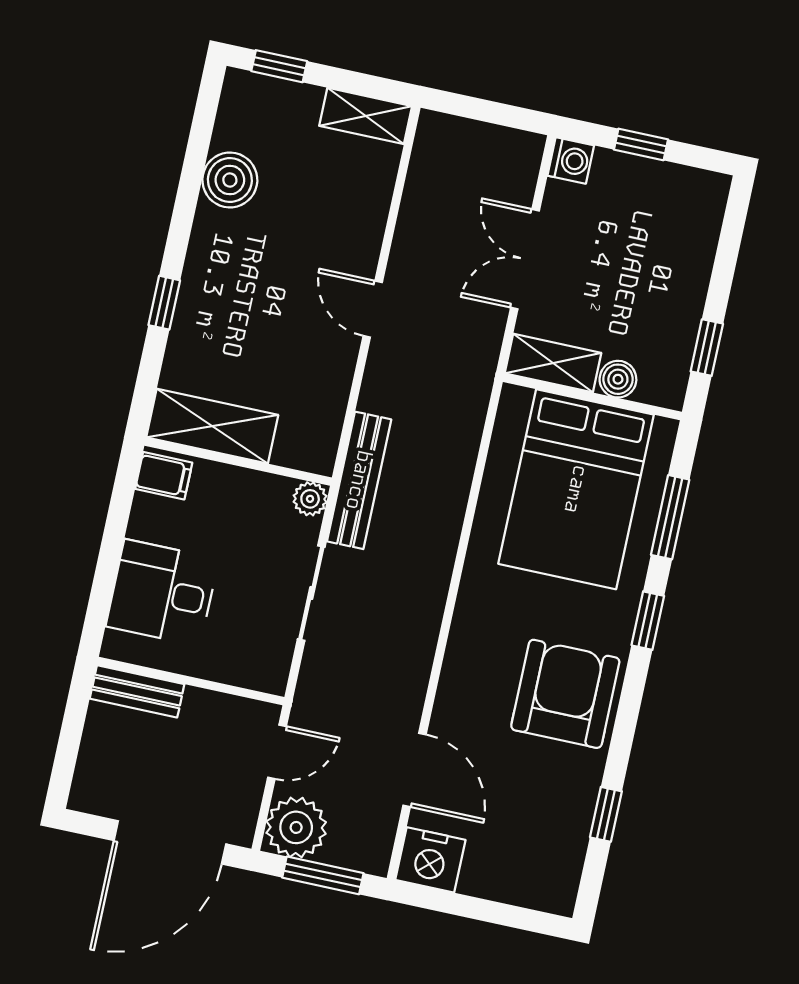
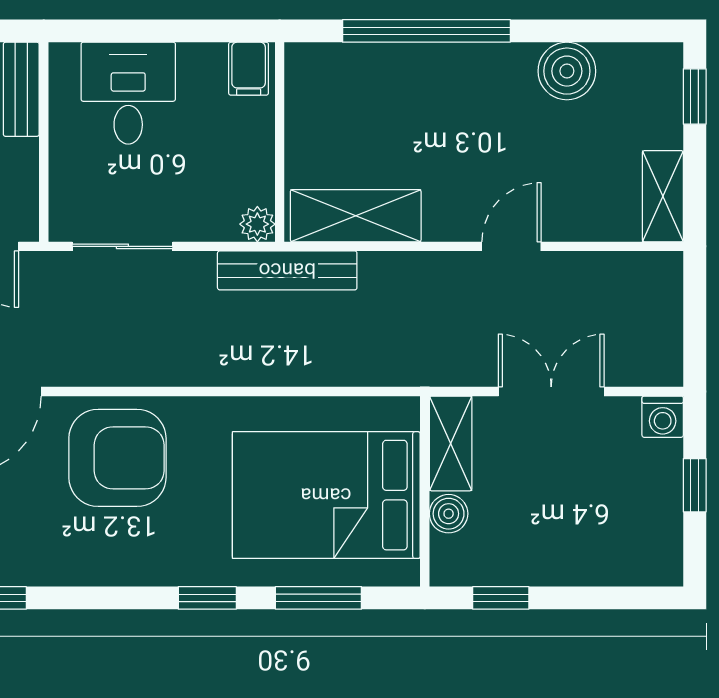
window: (164, 303) -> (426, 31), width x3.17
door: (373, 309) -> (512, 246), moved
shelving: (212, 426) -> (356, 216), moved, turned 90
sliding door: (311, 593) -> (122, 246), moved
armchair: (565, 694) -> (117, 458), moved

